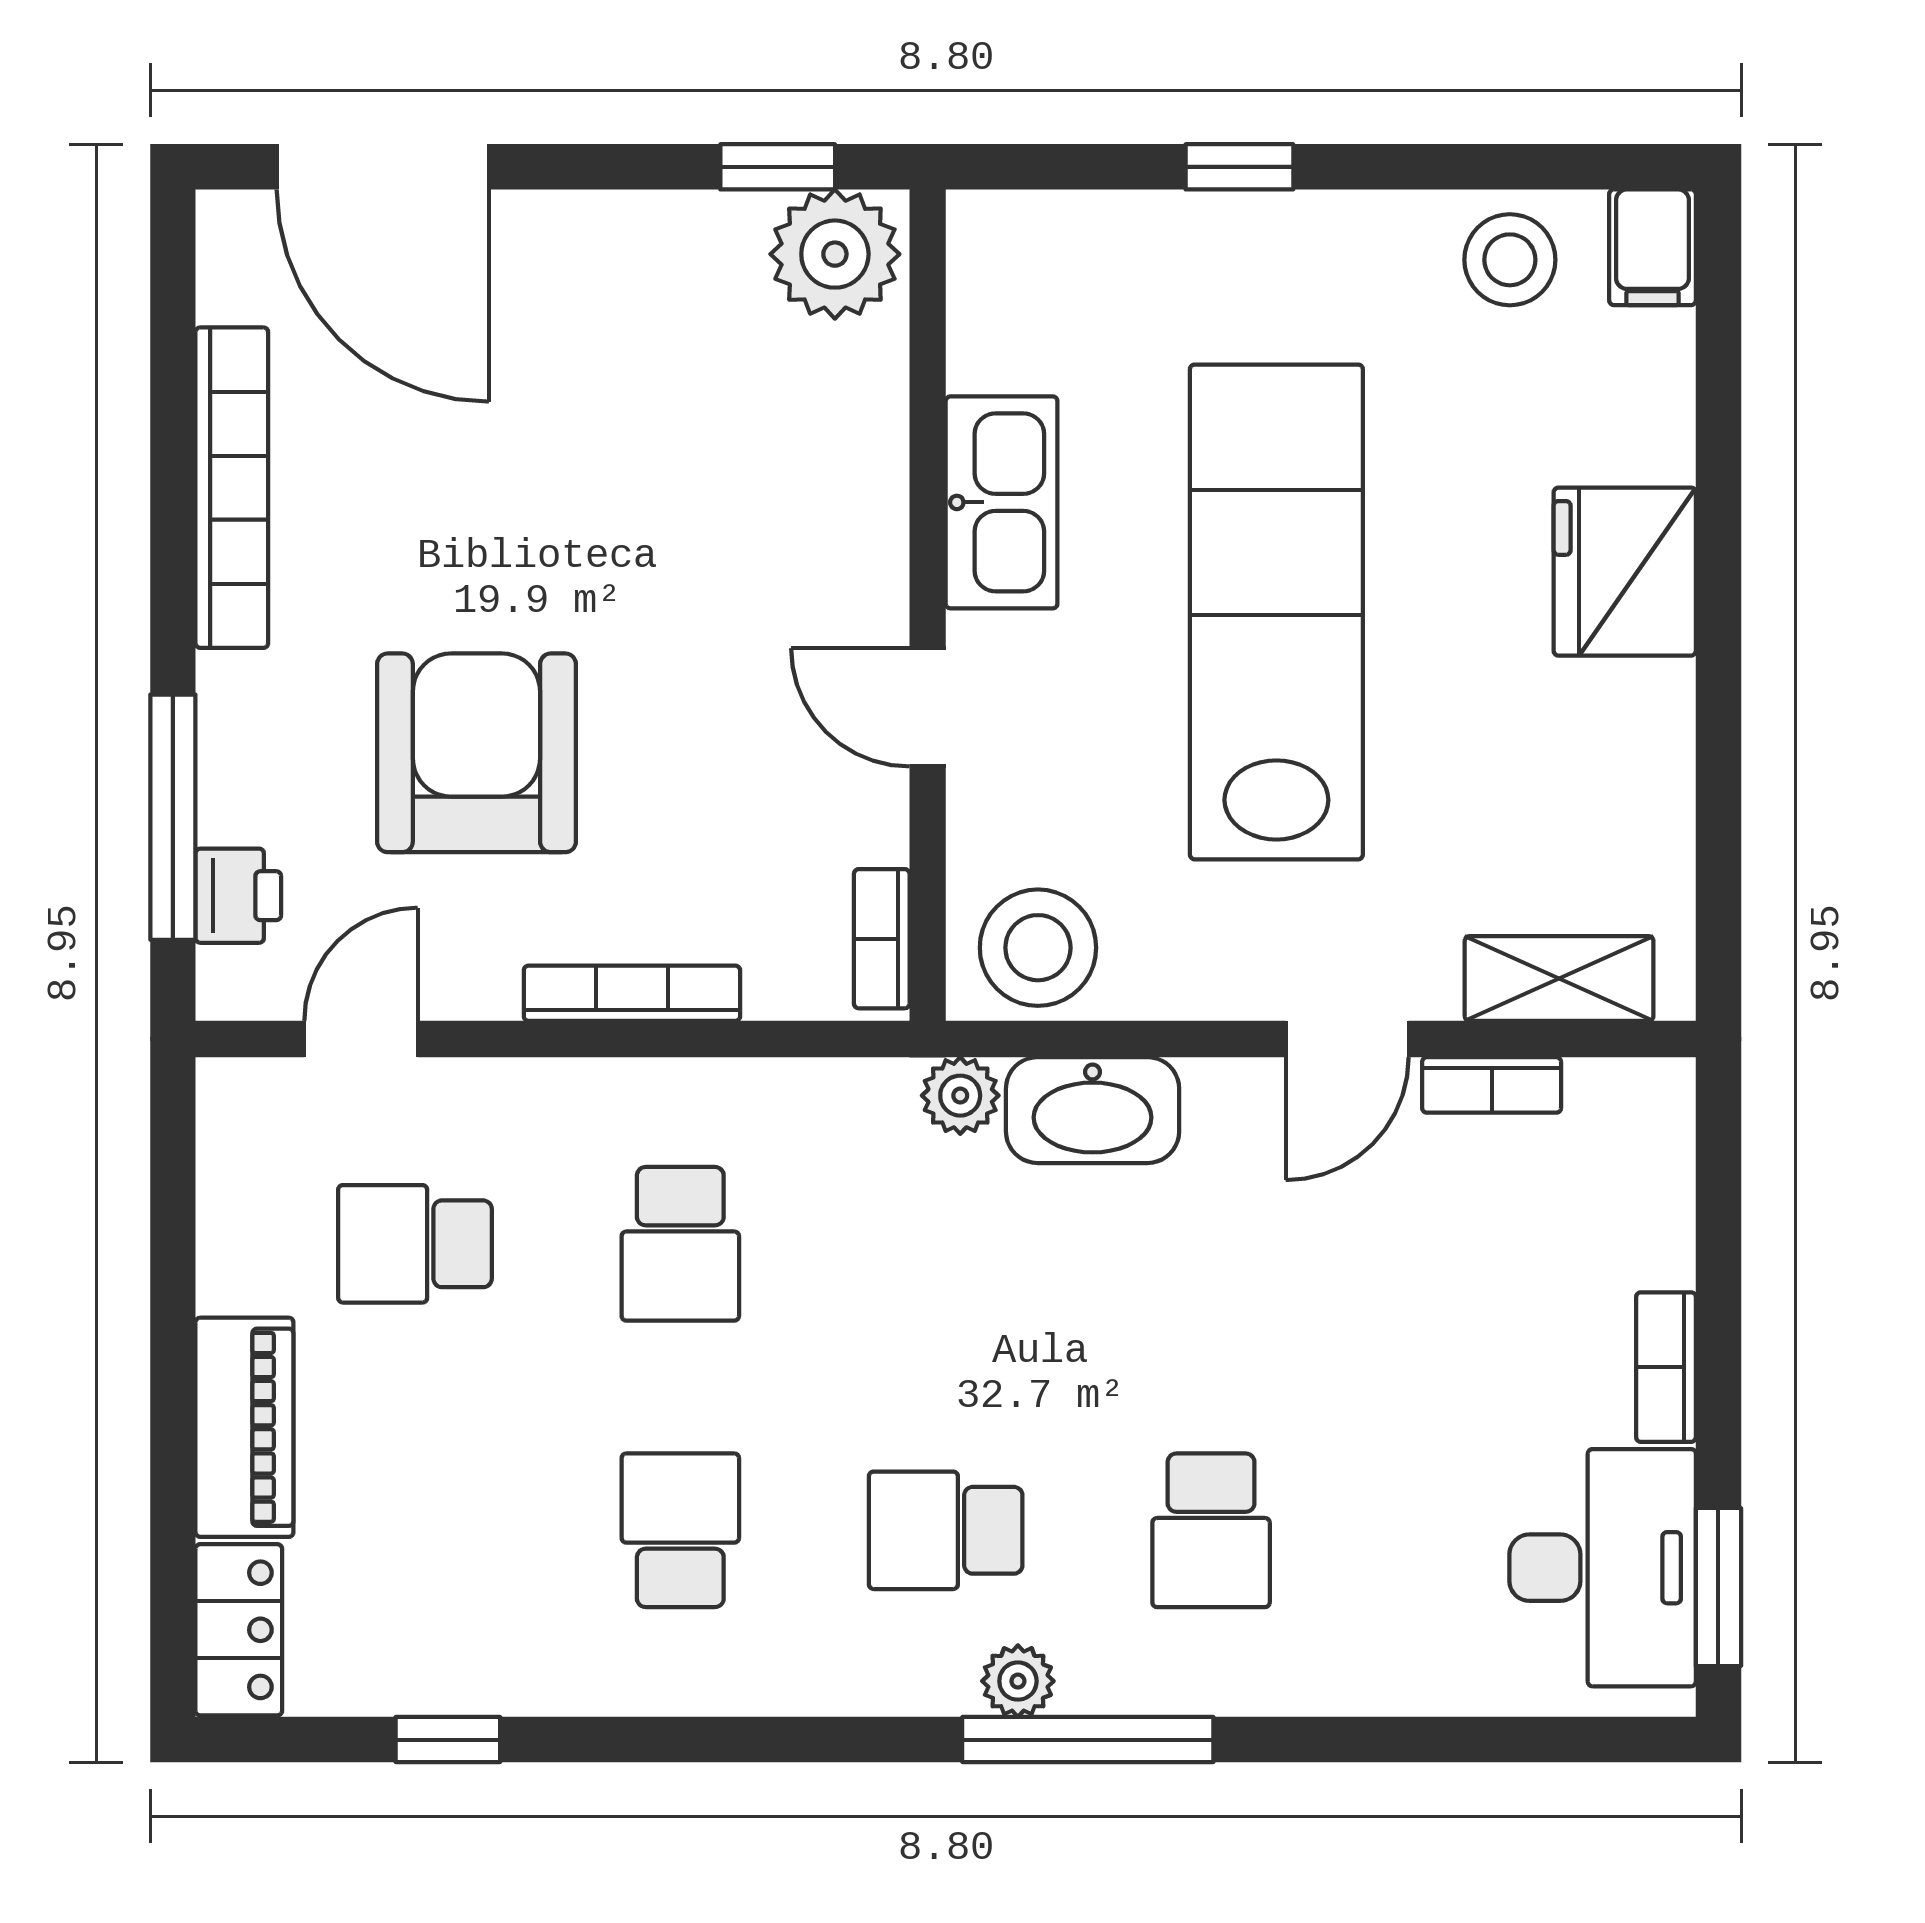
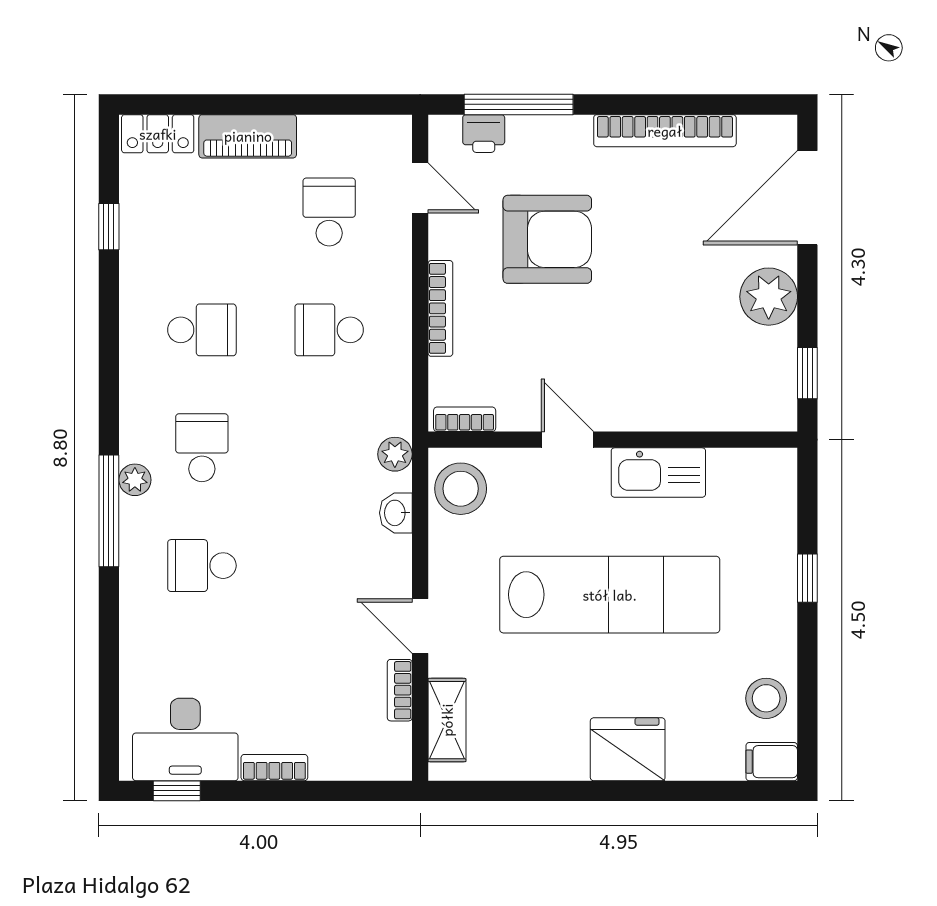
plant: (835, 254) -> (769, 297), moved
door: (928, 707) -> (567, 440), hinge flipped
washbasin: (1093, 1110) -> (396, 513), width x0.52, depth x0.69
window: (1718, 1587) -> (177, 791), width x0.67

